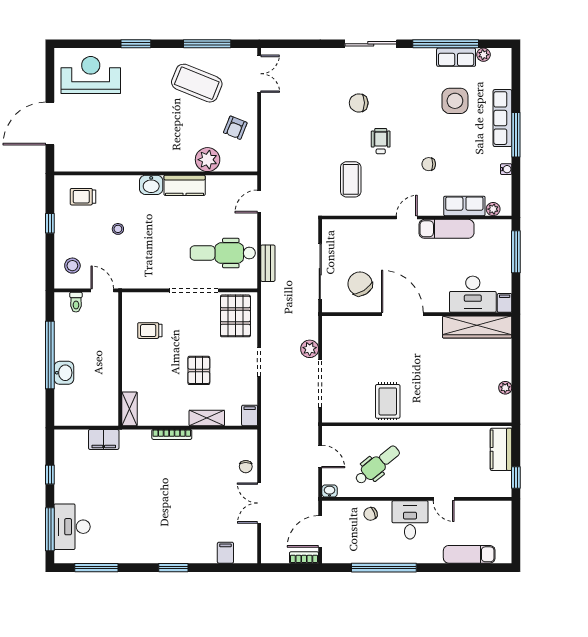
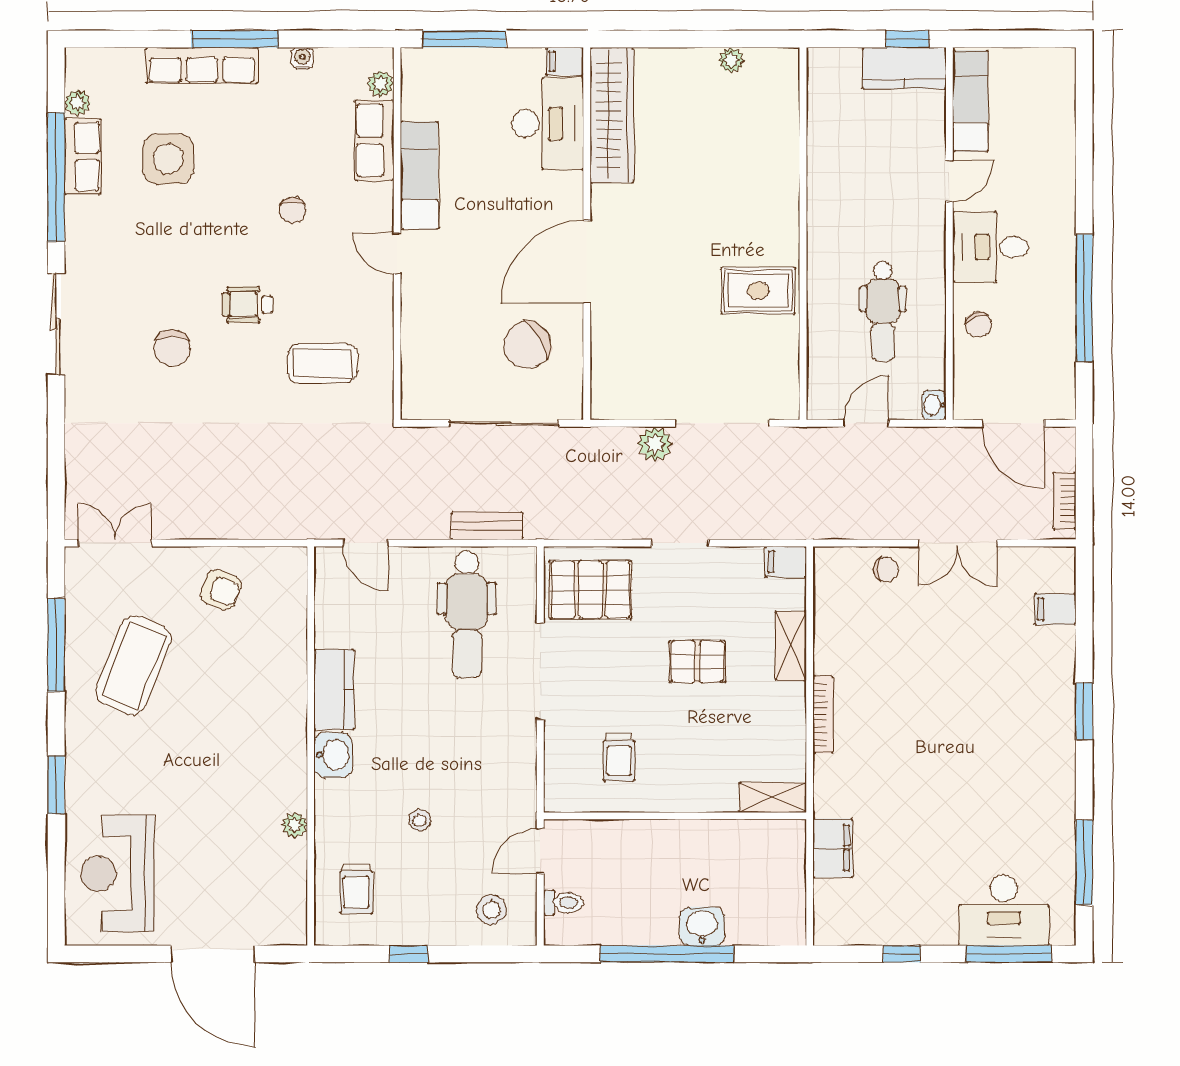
plant: (208, 160) -> (295, 825), moved, width x0.53, depth x0.53
kitchen counter: (501, 449) -> (904, 68), moved
dental chair: (377, 465) -> (883, 311), turned -141
exam couch: (469, 554) -> (970, 101), moved, turned 180
bookcase: (304, 558) -> (1064, 500), moved

